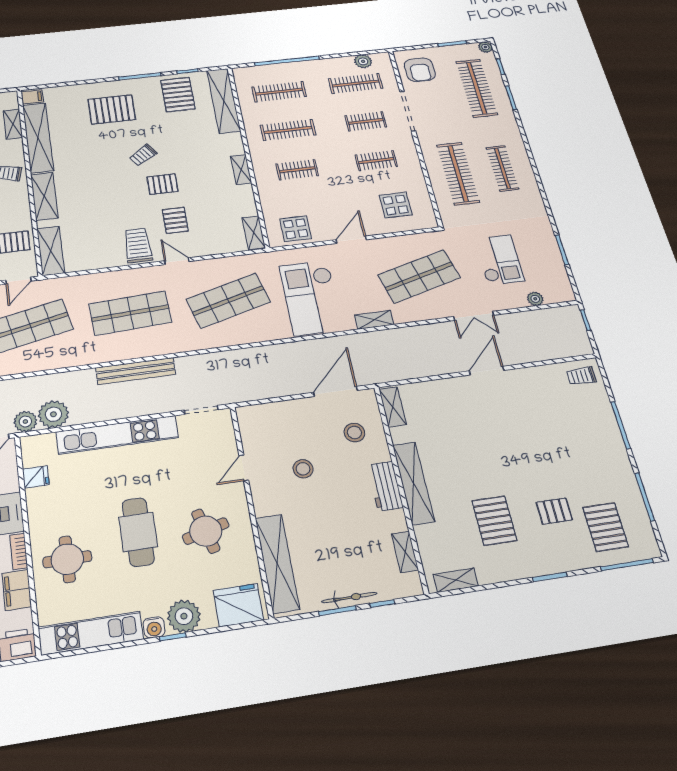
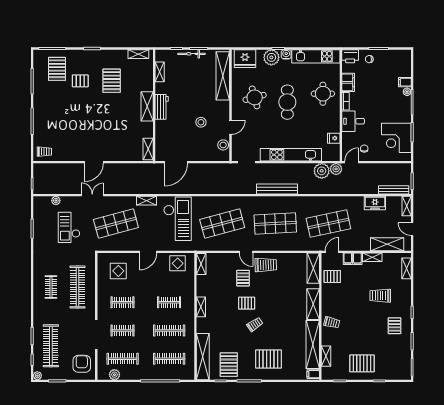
clothes rail: (502, 168) -> (51, 287), width x0.73
trolley: (138, 245) -> (266, 265), turned -91
stool: (354, 432) -> (223, 145), moved
shelving: (413, 483) -> (147, 106), width x0.68

